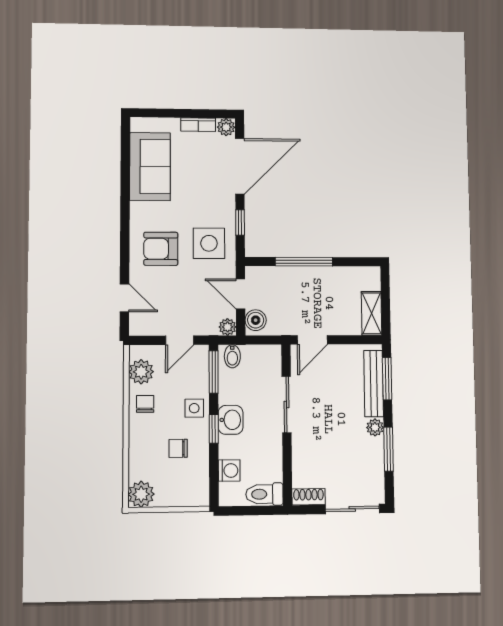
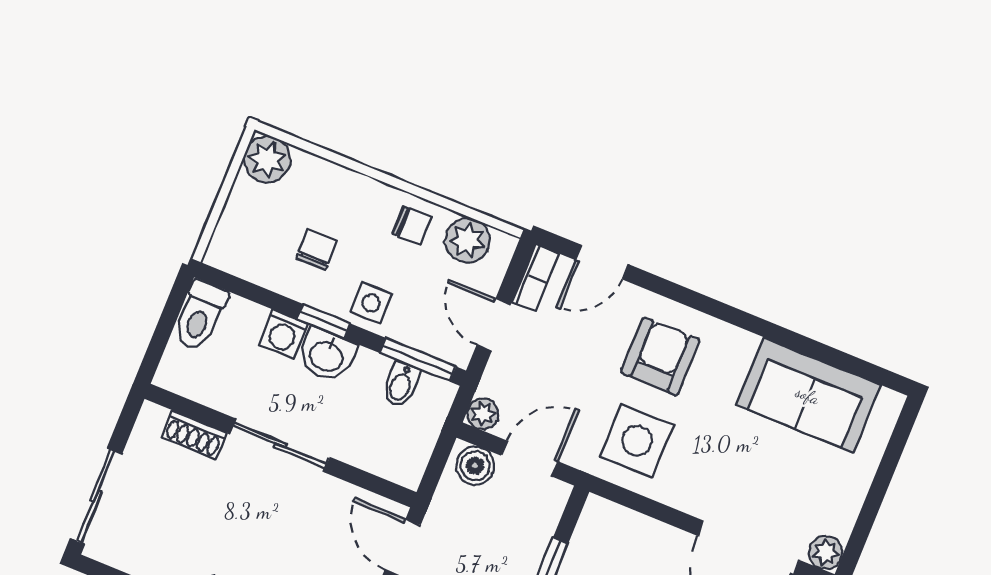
bookcase: (198, 125) -> (535, 278), moved, turned 180
window: (240, 223) -> (651, 508), removed
bidet: (232, 356) -> (401, 384), moved, turned -90
sliding door: (287, 404) -> (280, 445), moved
washing machine: (229, 471) -> (283, 334), moved
toilet: (264, 494) -> (200, 316), moved, turned 180
shoe rack: (308, 497) -> (194, 435), moved, turned 90

